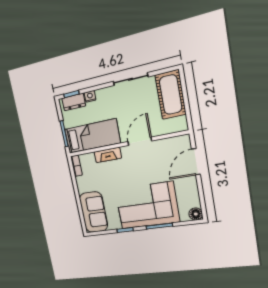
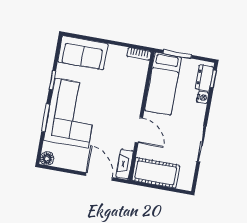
cot: (171, 95) -> (156, 173), moved
fireplace: (108, 155) -> (125, 164), moved

